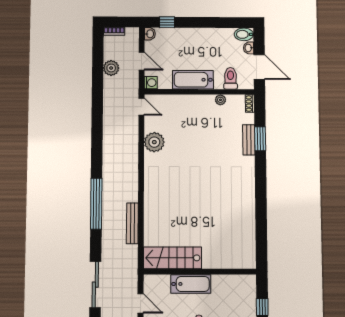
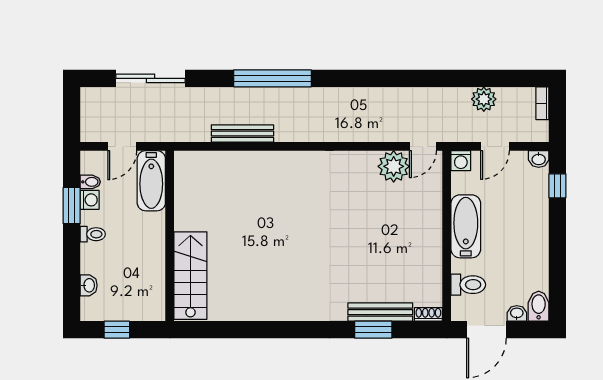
plant: (220, 100) -> (434, 269), removed
bench: (249, 140) -> (380, 312), width x1.36
plant: (154, 142) -> (394, 166), moved
stairs: (172, 258) -> (190, 276), moved
bathtub: (191, 284) -> (151, 181), moved

